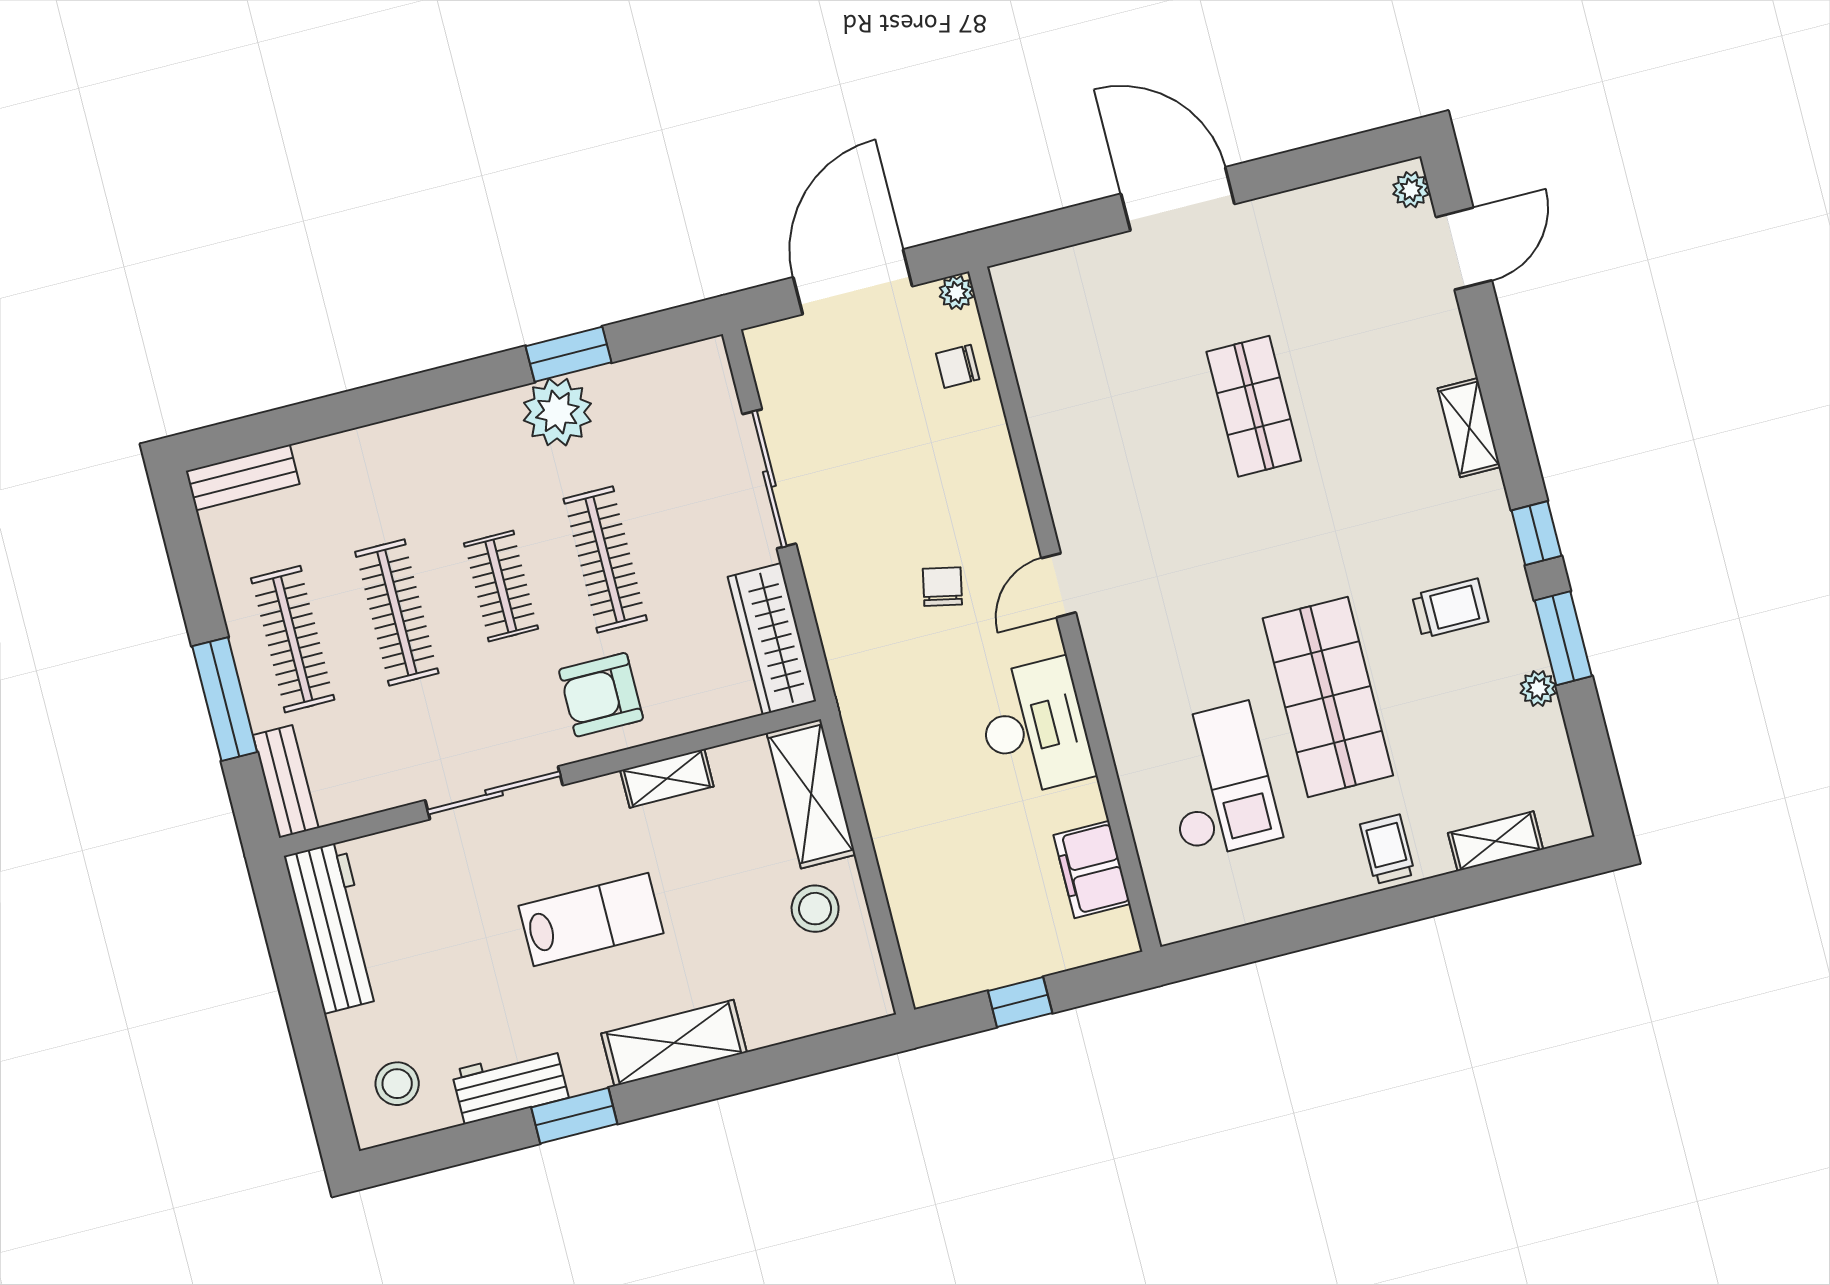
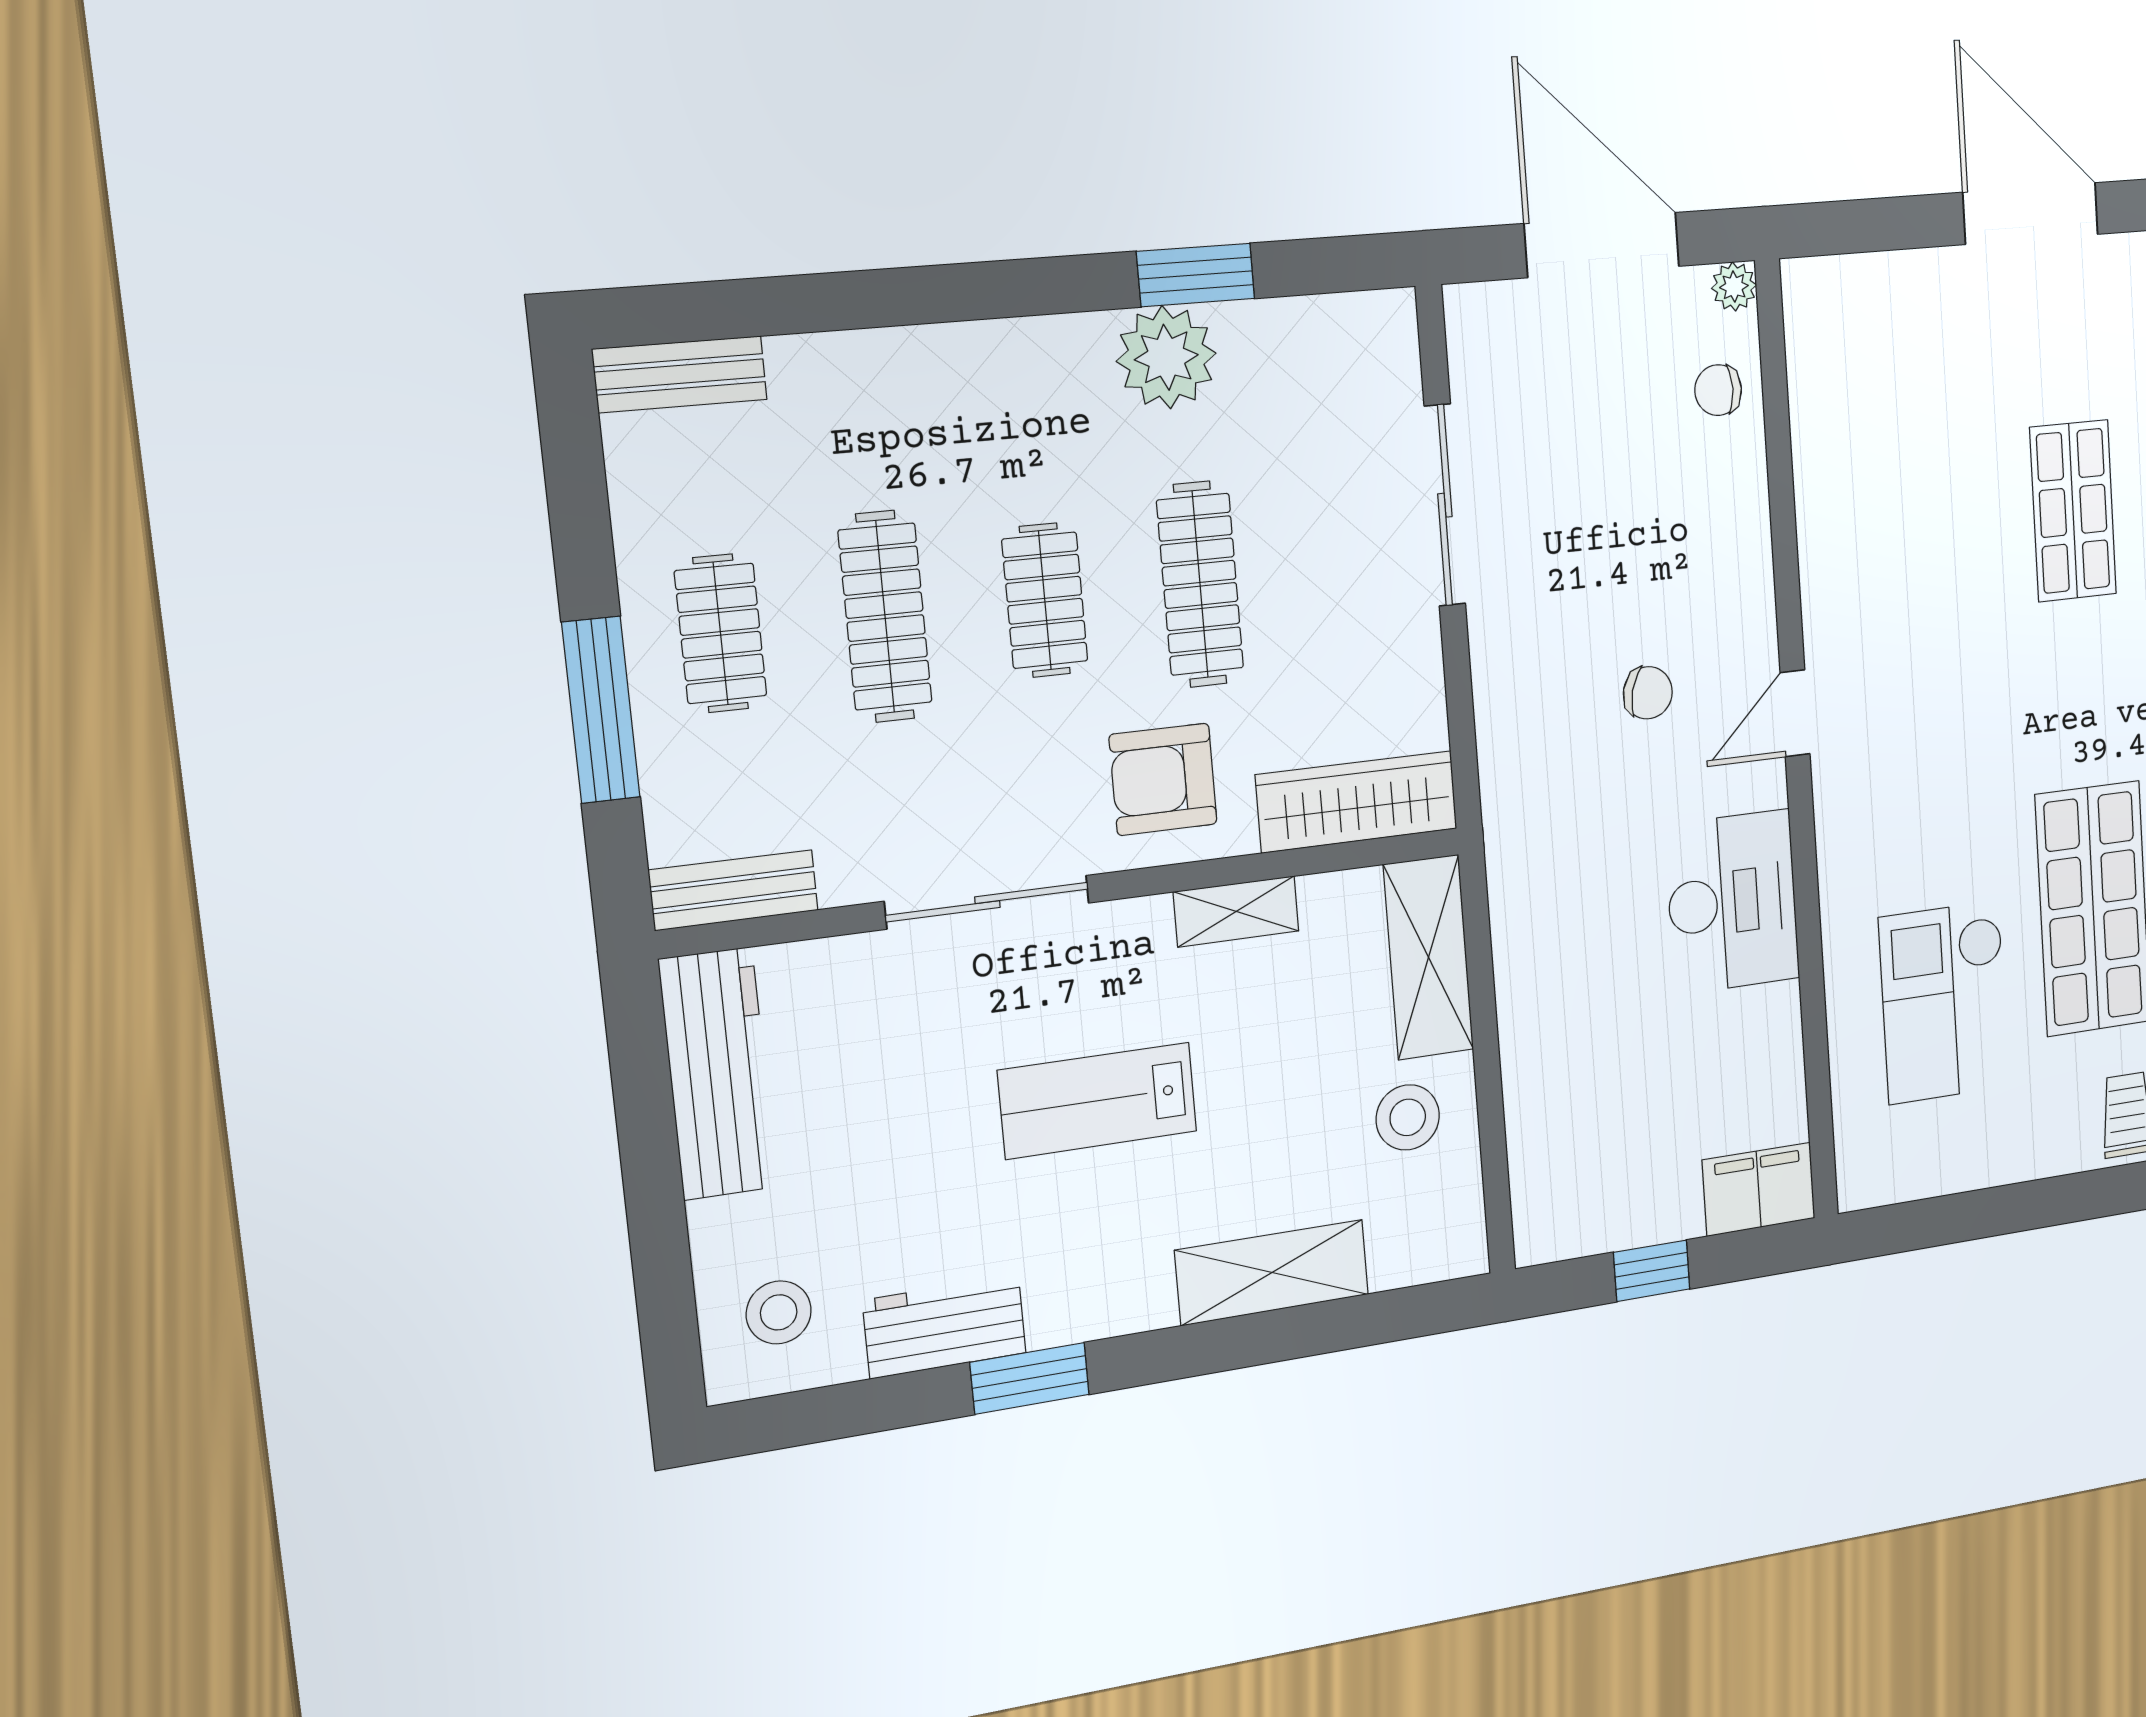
door: (853, 282) -> (1602, 245), hinge flipped
chair: (942, 587) -> (1648, 693), turned 92
clothes rail: (293, 639) -> (721, 633), width x0.73
wardrobe: (772, 639) -> (1357, 802), moved, turned 90
bench: (286, 781) -> (733, 890), moved, turned 90
checkout: (1218, 781) -> (1944, 1002), turned 180
filing cabinet: (1092, 869) -> (1759, 1189), moved, turned 90
lab bench: (591, 919) -> (1098, 1101), turned 180
shelving: (674, 1043) -> (1272, 1272), moved

